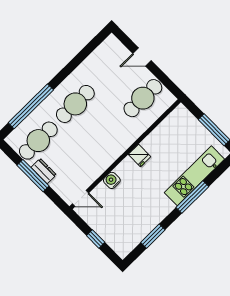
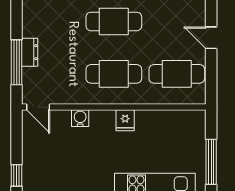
cafe table: (38, 141) -> (114, 74), moved
window: (33, 176) -> (17, 62), moved
window: (96, 239) -> (17, 175), moved

